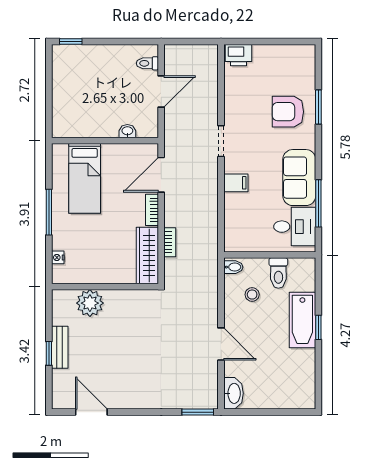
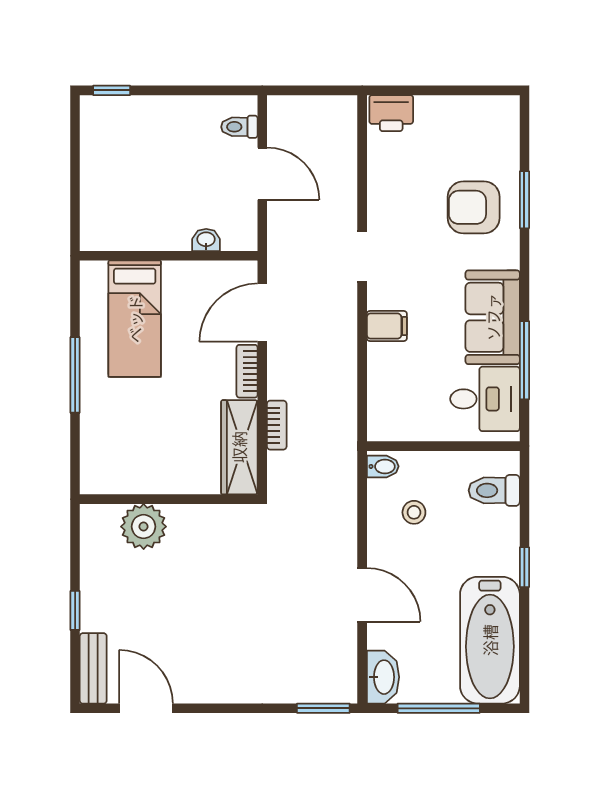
door: (161, 91) -> (262, 174), hinge flipped
nightstand: (58, 257) -> (90, 450), removed
toilet: (278, 273) -> (494, 490), moved, turned 90
bathtub: (302, 320) -> (490, 640), moved, width x1.36, depth x1.36
bench: (60, 347) -> (93, 668), moved
window: (267, 412) -> (439, 708), added

